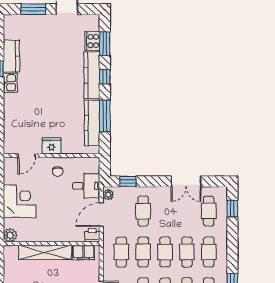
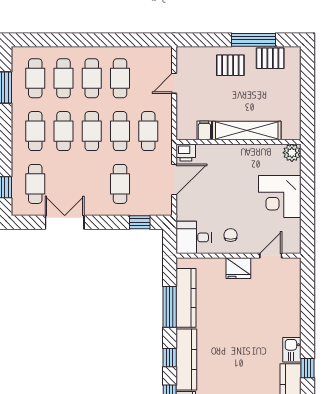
desk: (86, 186) -> (194, 237), moved
plant: (108, 195) -> (165, 205), removed
filing cabinet: (83, 253) -> (204, 130), width x0.50

